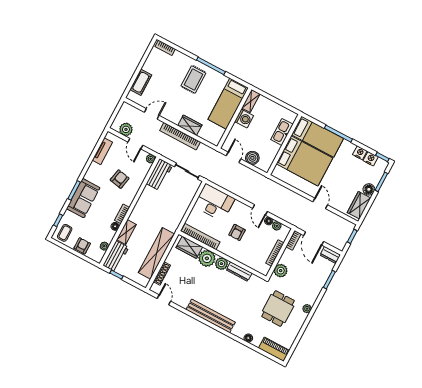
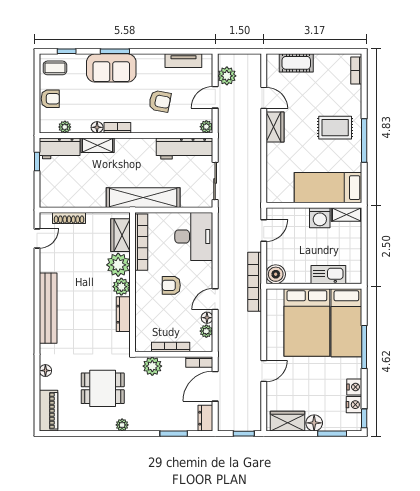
wardrobe: (190, 125) -> (275, 127), moved
bookcase: (180, 136) -> (255, 282), moved
boiler: (252, 158) -> (276, 274), moved
workbench: (159, 175) -> (185, 149), width x1.37
shelving: (156, 253) -> (143, 198), moved

